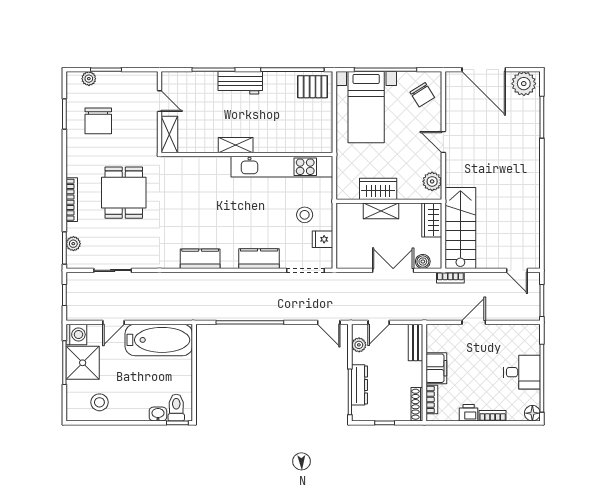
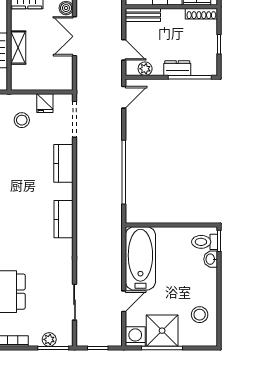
door: (114, 322) -> (124, 301), hinge flipped
dresser: (359, 385) -> (177, 68), width x0.70

